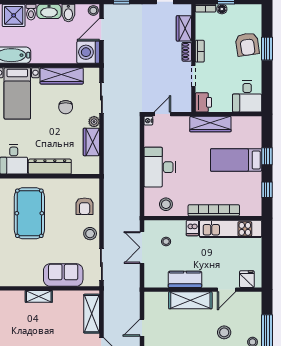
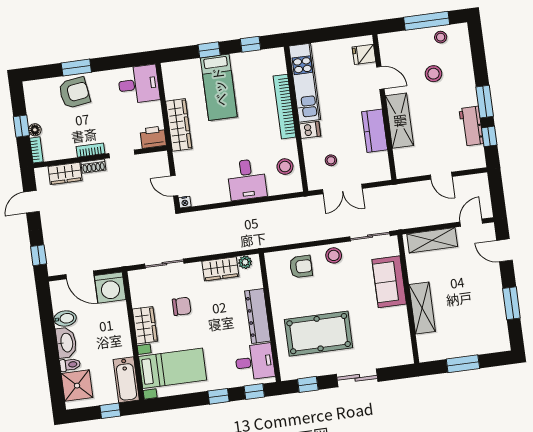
stool: (93, 10) -> (58, 288), removed
wardrobe: (62, 76) -> (145, 325), width x0.67
plant: (94, 122) -> (245, 262), moved
desk: (160, 167) -> (247, 179), width x0.73
shelving: (39, 296) -> (422, 308), width x1.50, depth x1.33

